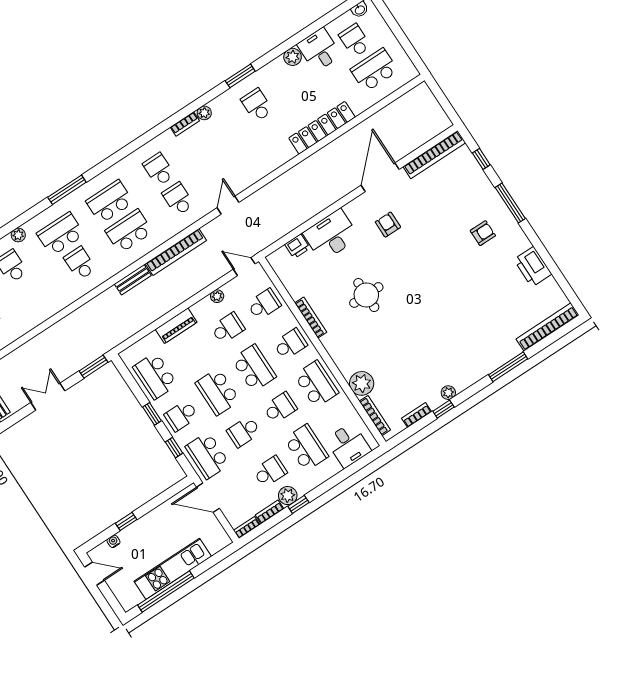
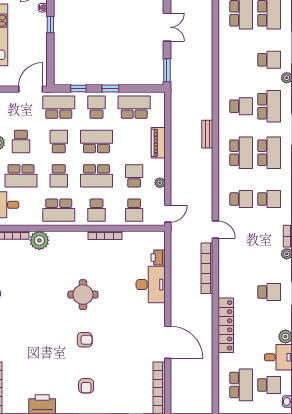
armchair: (388, 225) -> (85, 340), moved
bookcase: (176, 252) -> (207, 268), moved
round table: (366, 295) -> (83, 295), moved
school desk: (228, 328) -> (134, 176), turned 180

